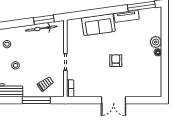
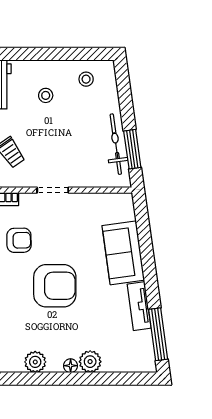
armchair: (116, 61) -> (55, 286), width x1.88, depth x1.88
plant: (156, 71) -> (35, 362), added
armchair: (92, 79) -> (19, 240), added

